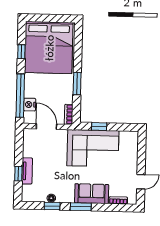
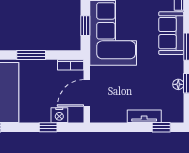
window: (20, 96) -> (48, 127), width x0.32
window: (18, 174) -> (161, 127), moved

